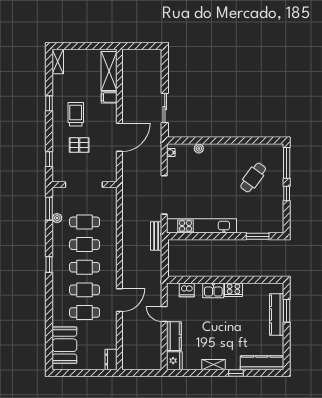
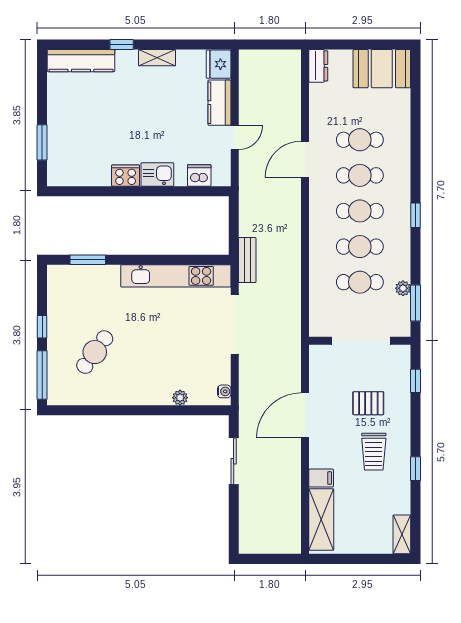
door: (164, 314) -> (235, 137), hinge flipped
kitchen counter: (277, 315) -> (58, 136), removed
booth: (64, 345) -> (382, 69), moved, turned 90

